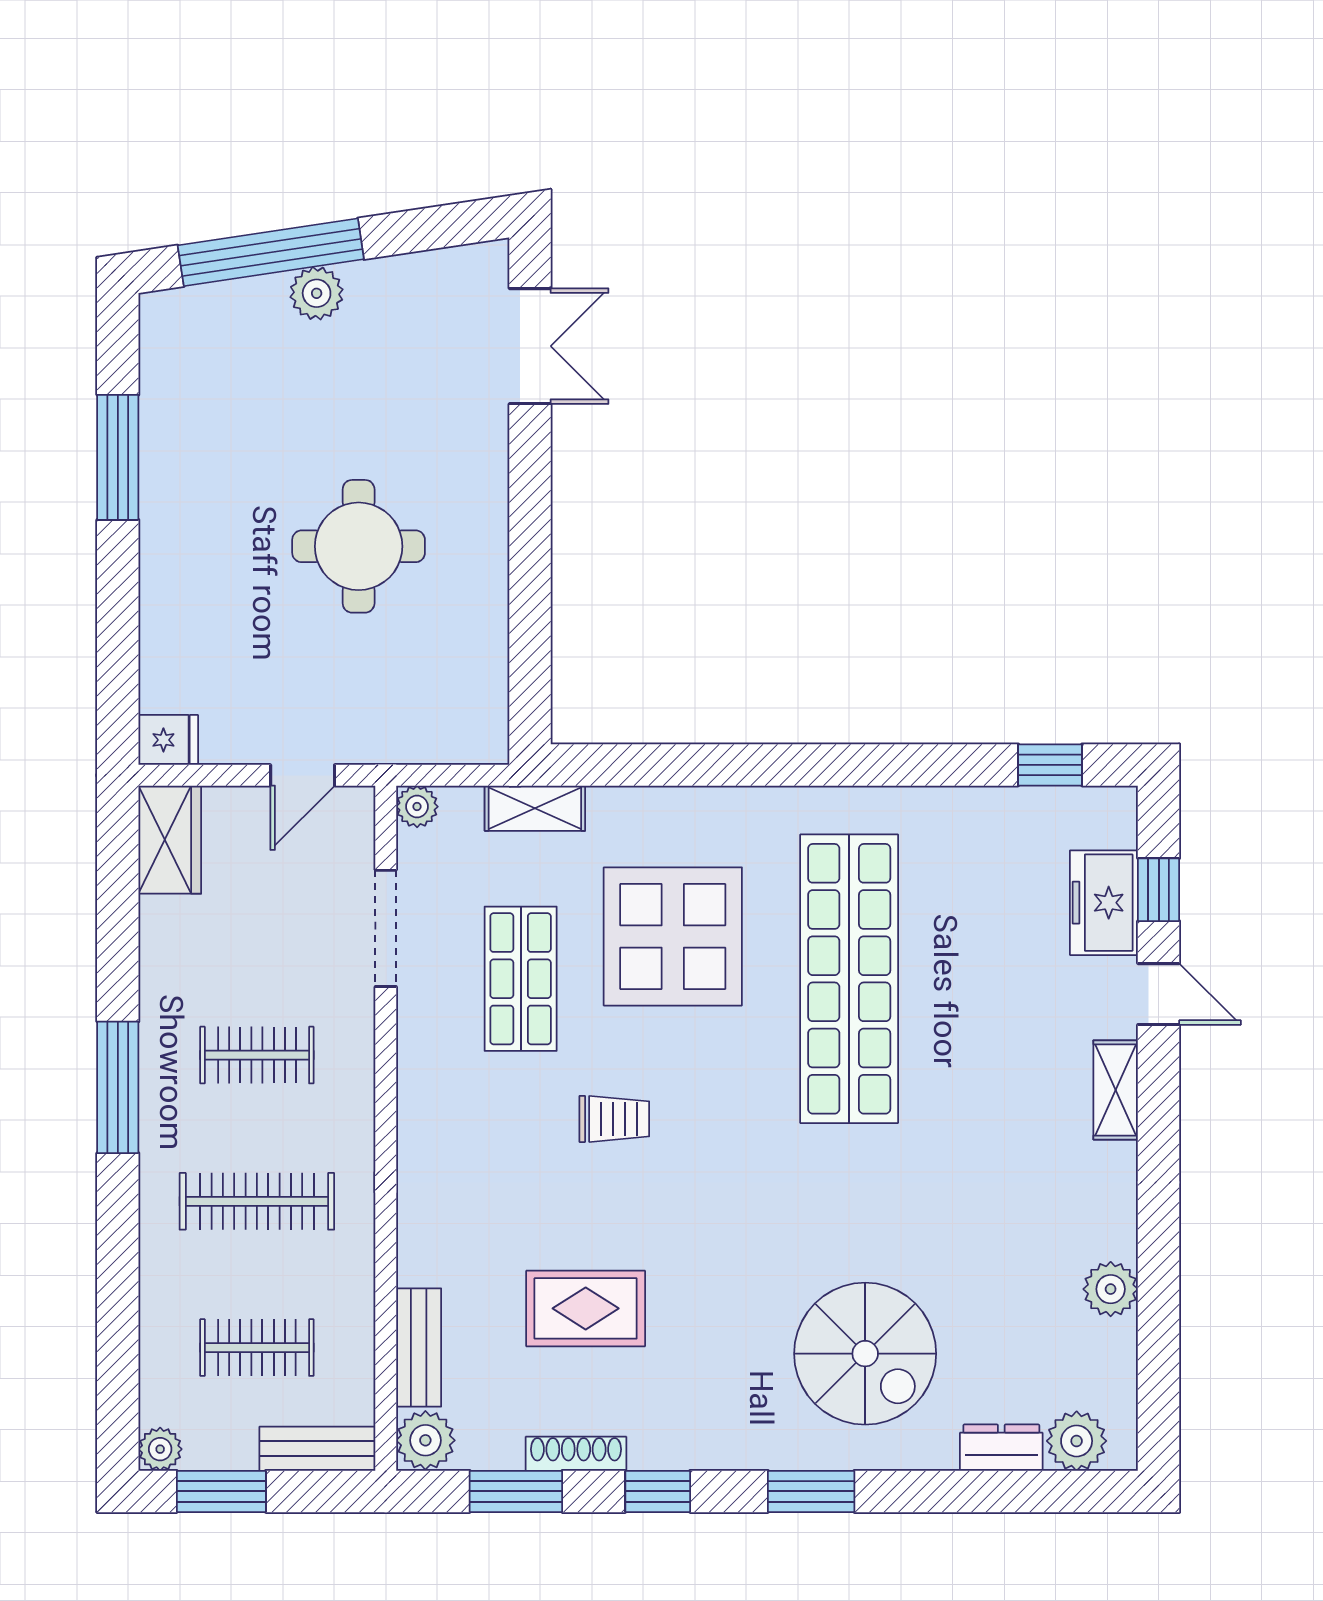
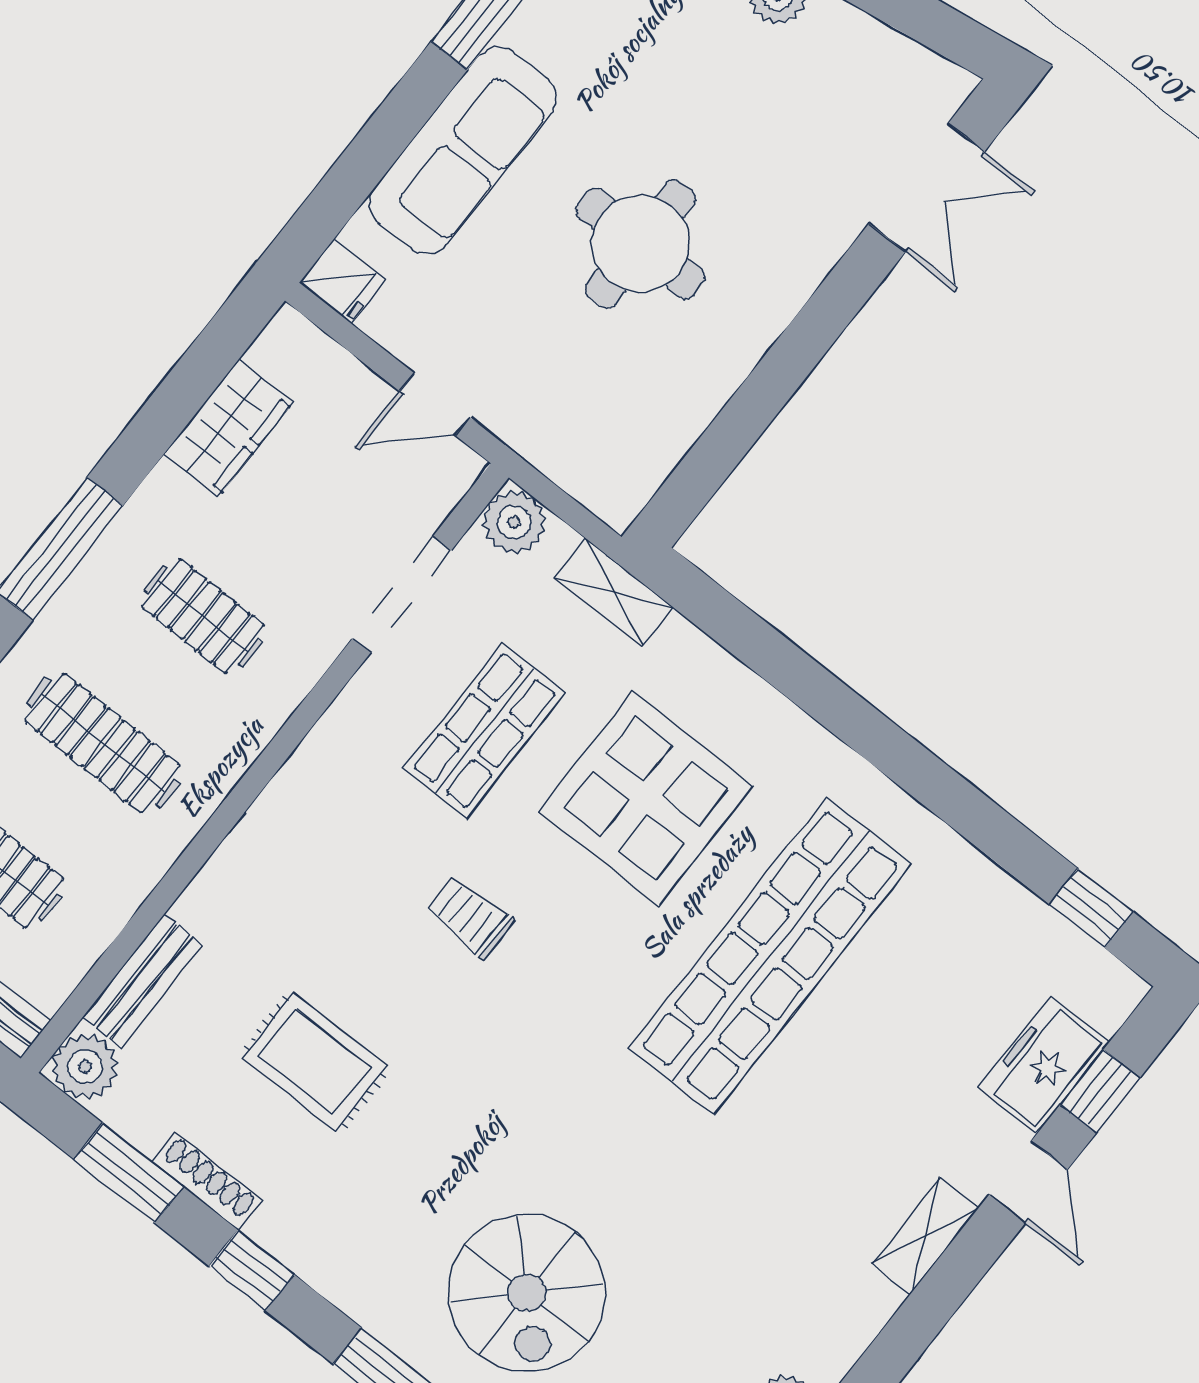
sofa: (180, 580) -> (463, 150), added
plant: (417, 807) -> (514, 522), width x1.38, depth x1.38
wardrobe: (170, 840) -> (229, 428), moved
trolley: (614, 1119) -> (470, 917), turned 180

